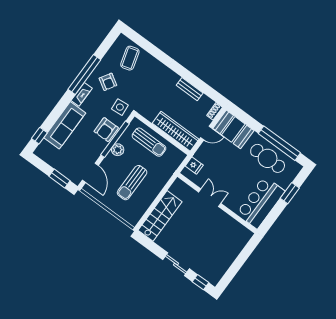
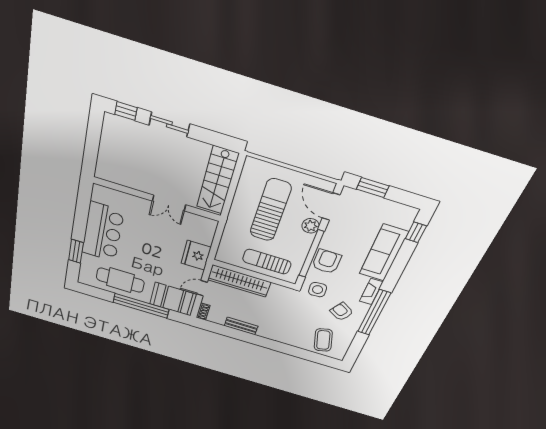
window: (279, 143) -> (141, 306), moved
plant: (118, 150) -> (311, 226), moved
fridge: (194, 165) -> (196, 255), width x1.88, depth x1.34
sun lounger: (132, 183) -> (270, 210), width x1.36, depth x1.34
double door: (210, 198) -> (169, 203), moved
wall: (217, 203) -> (157, 199), moved

